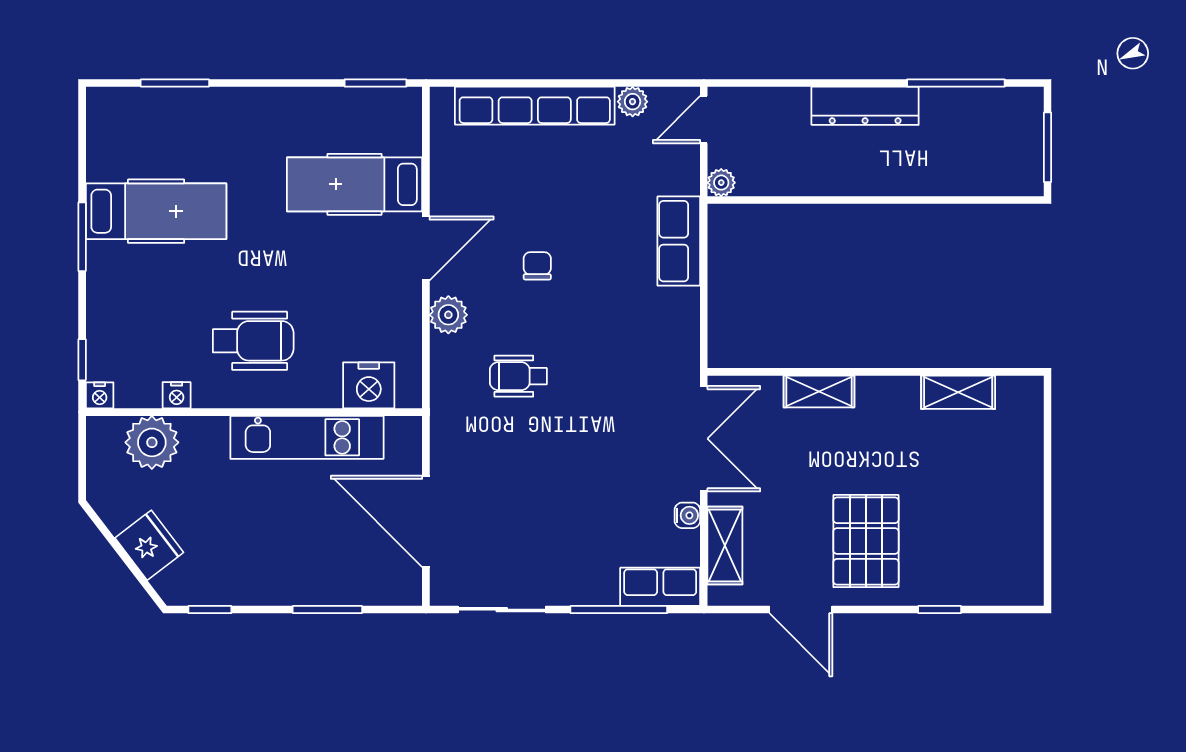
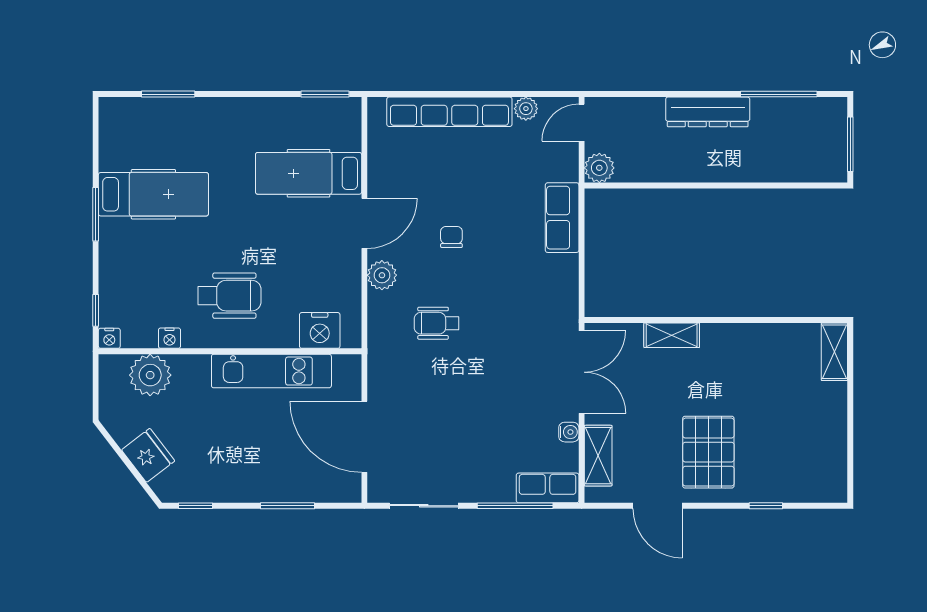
plant: (721, 183) -> (599, 168), width x1.38, depth x1.38
shelving: (958, 392) -> (834, 352), moved, turned 90

